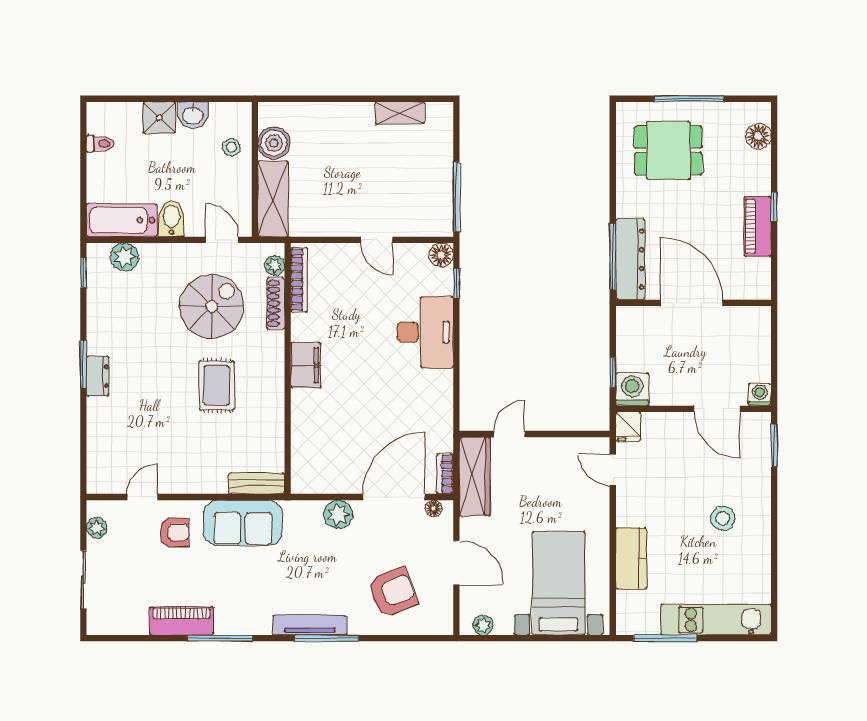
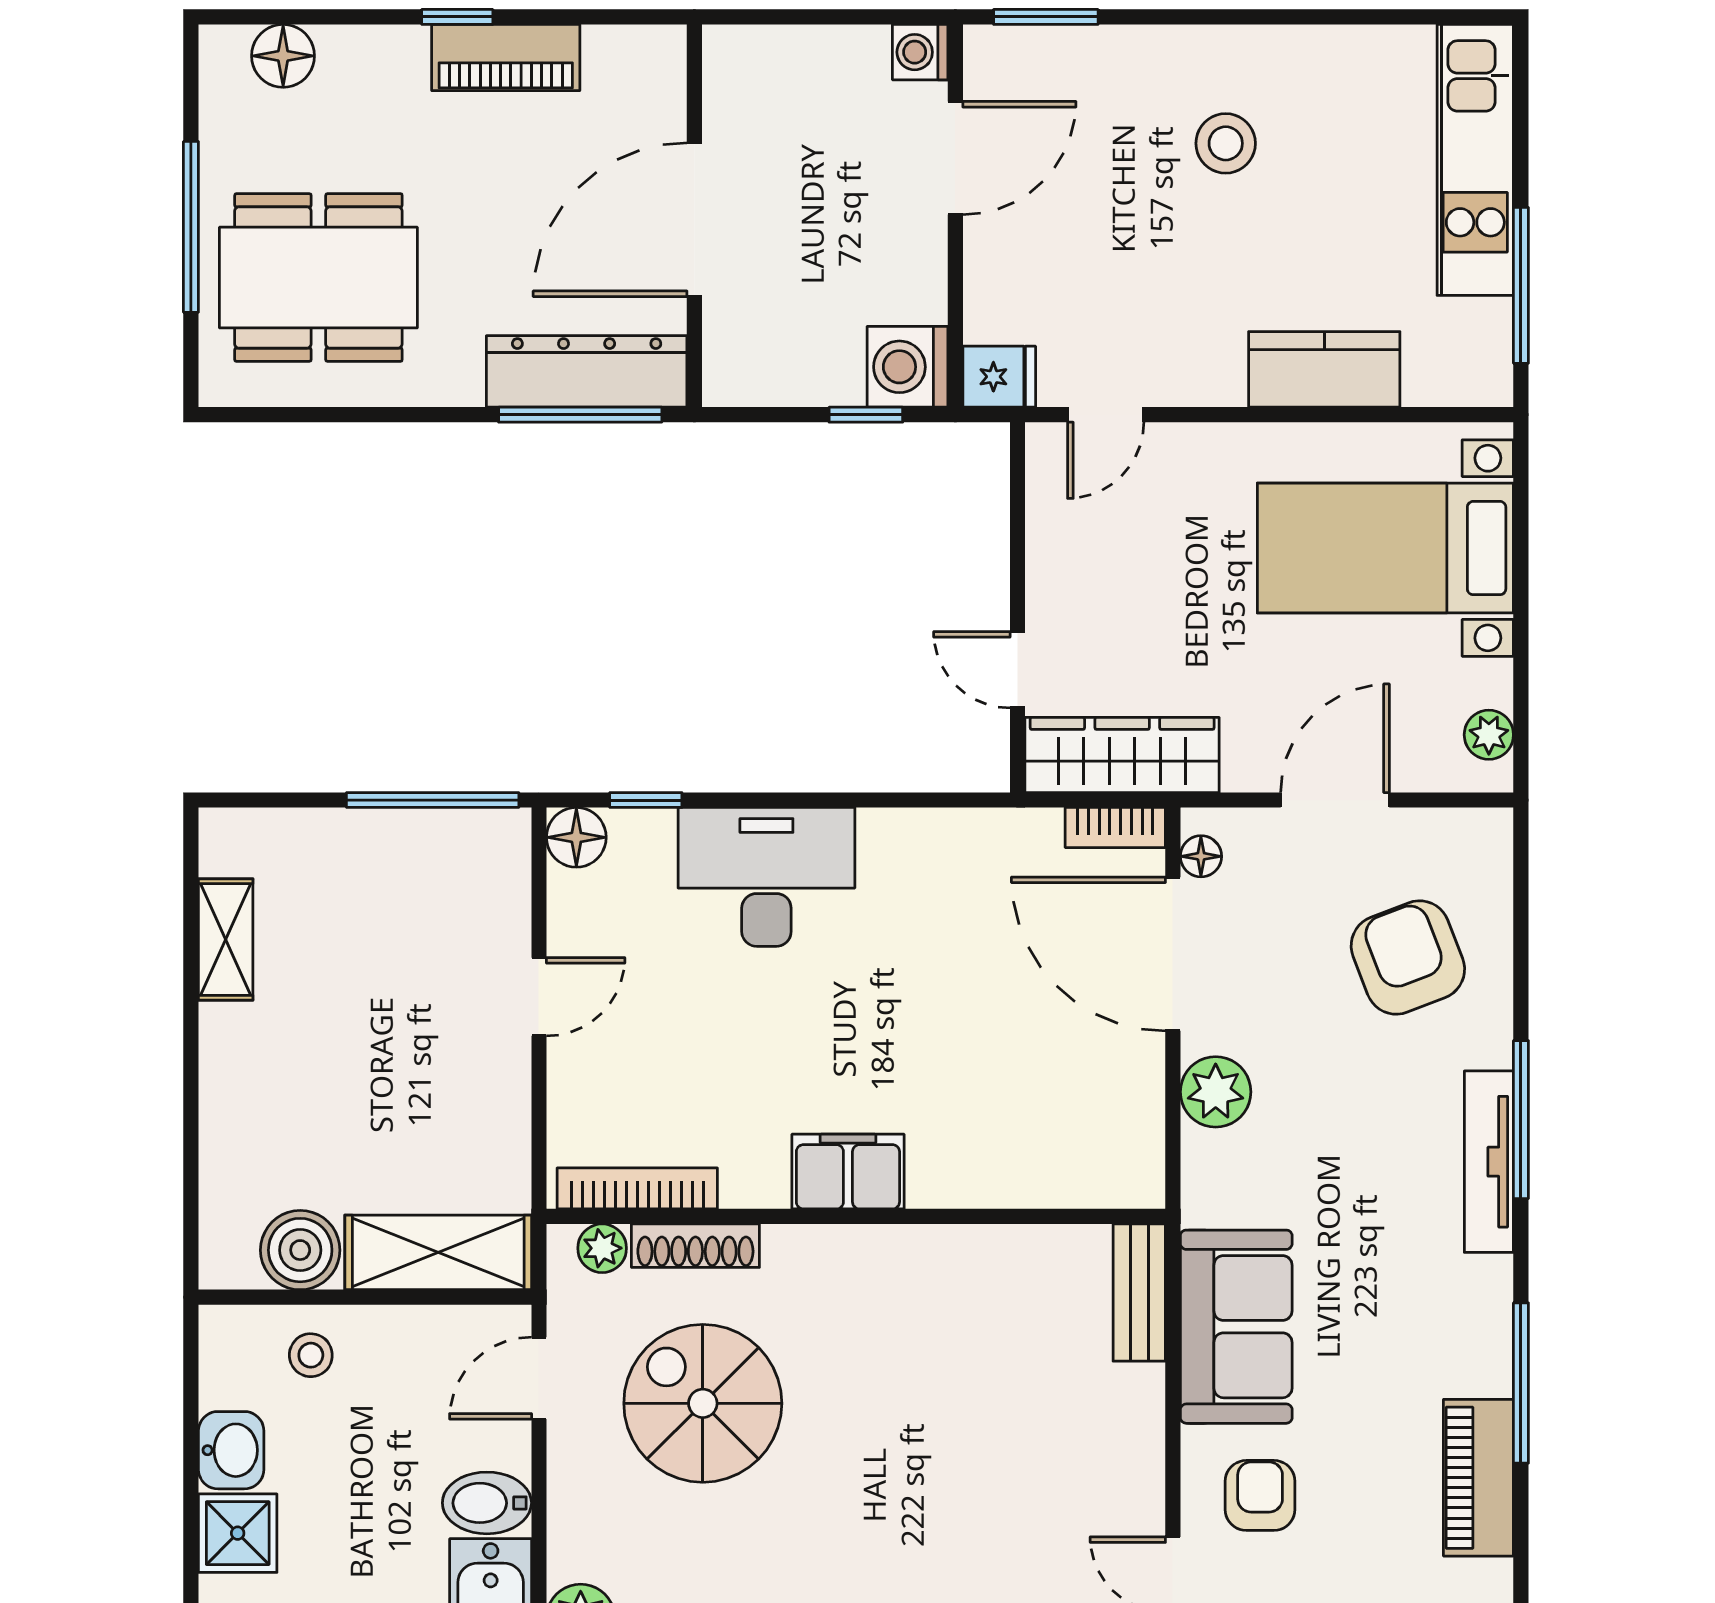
dining table: (668, 150) -> (318, 278), width x1.37
rug: (217, 385) -> (898, 1391), removed

